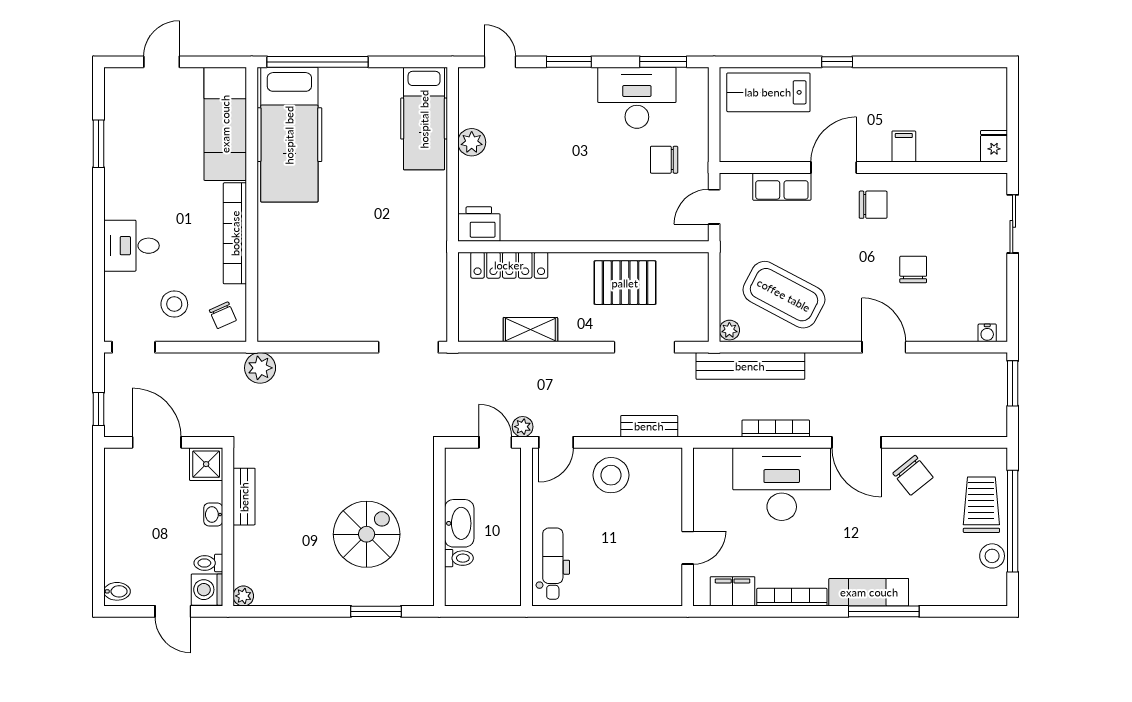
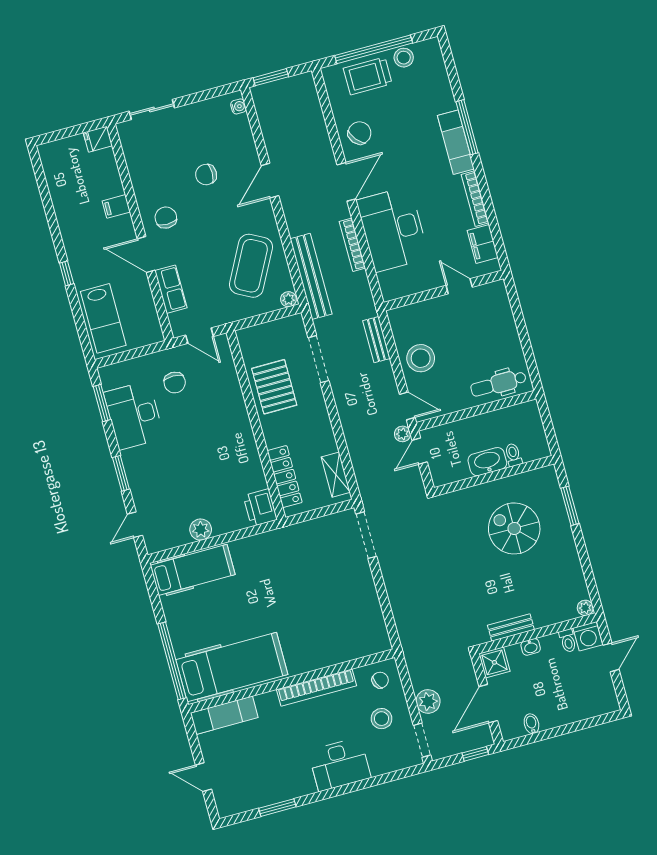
exam couch: (225, 124) -> (224, 715), width x0.73, depth x0.69
desk: (131, 246) -> (340, 764), width x1.37
shelving: (530, 330) -> (336, 475), moved
plant: (260, 368) -> (428, 701), moved
bidet: (117, 591) -> (531, 724), moved

